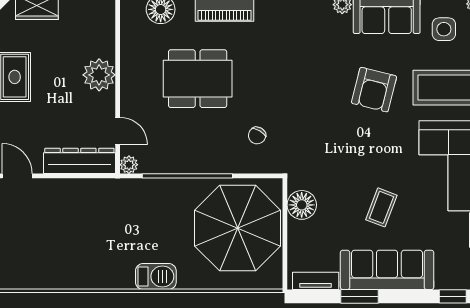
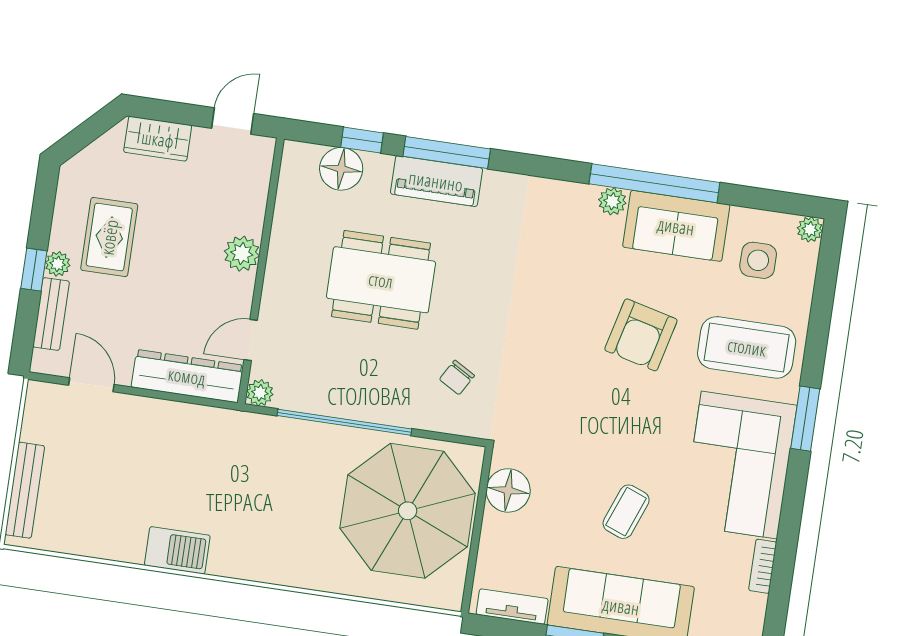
plant: (99, 75) -> (242, 254), width x0.73, depth x0.73
door: (118, 131) -> (251, 340), swing flipped
barbecue: (156, 276) -> (177, 550), moved

